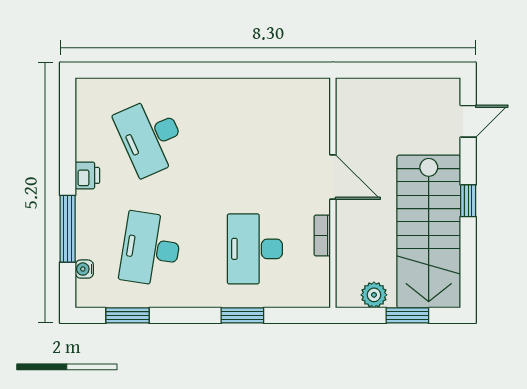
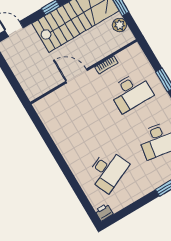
printer: (87, 175) -> (104, 212), moved
door: (333, 177) -> (77, 76), hinge flipped

